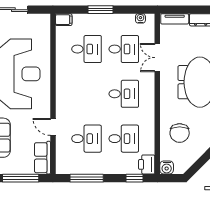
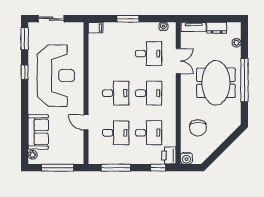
desk: (87, 49) -> (116, 93), moved
double door: (157, 58) -> (178, 61), swing flipped
row of seats: (42, 158) -> (77, 150), removed

